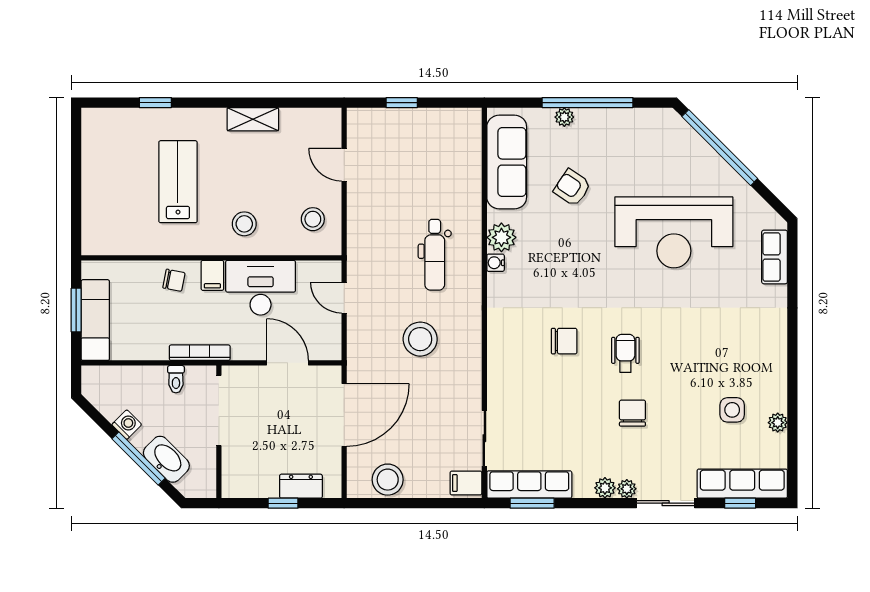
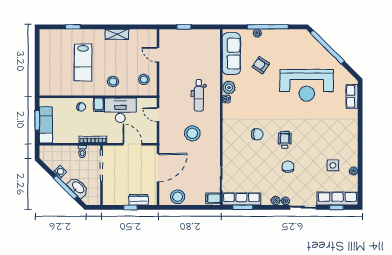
lab bench: (178, 182) -> (83, 62), turned 180

